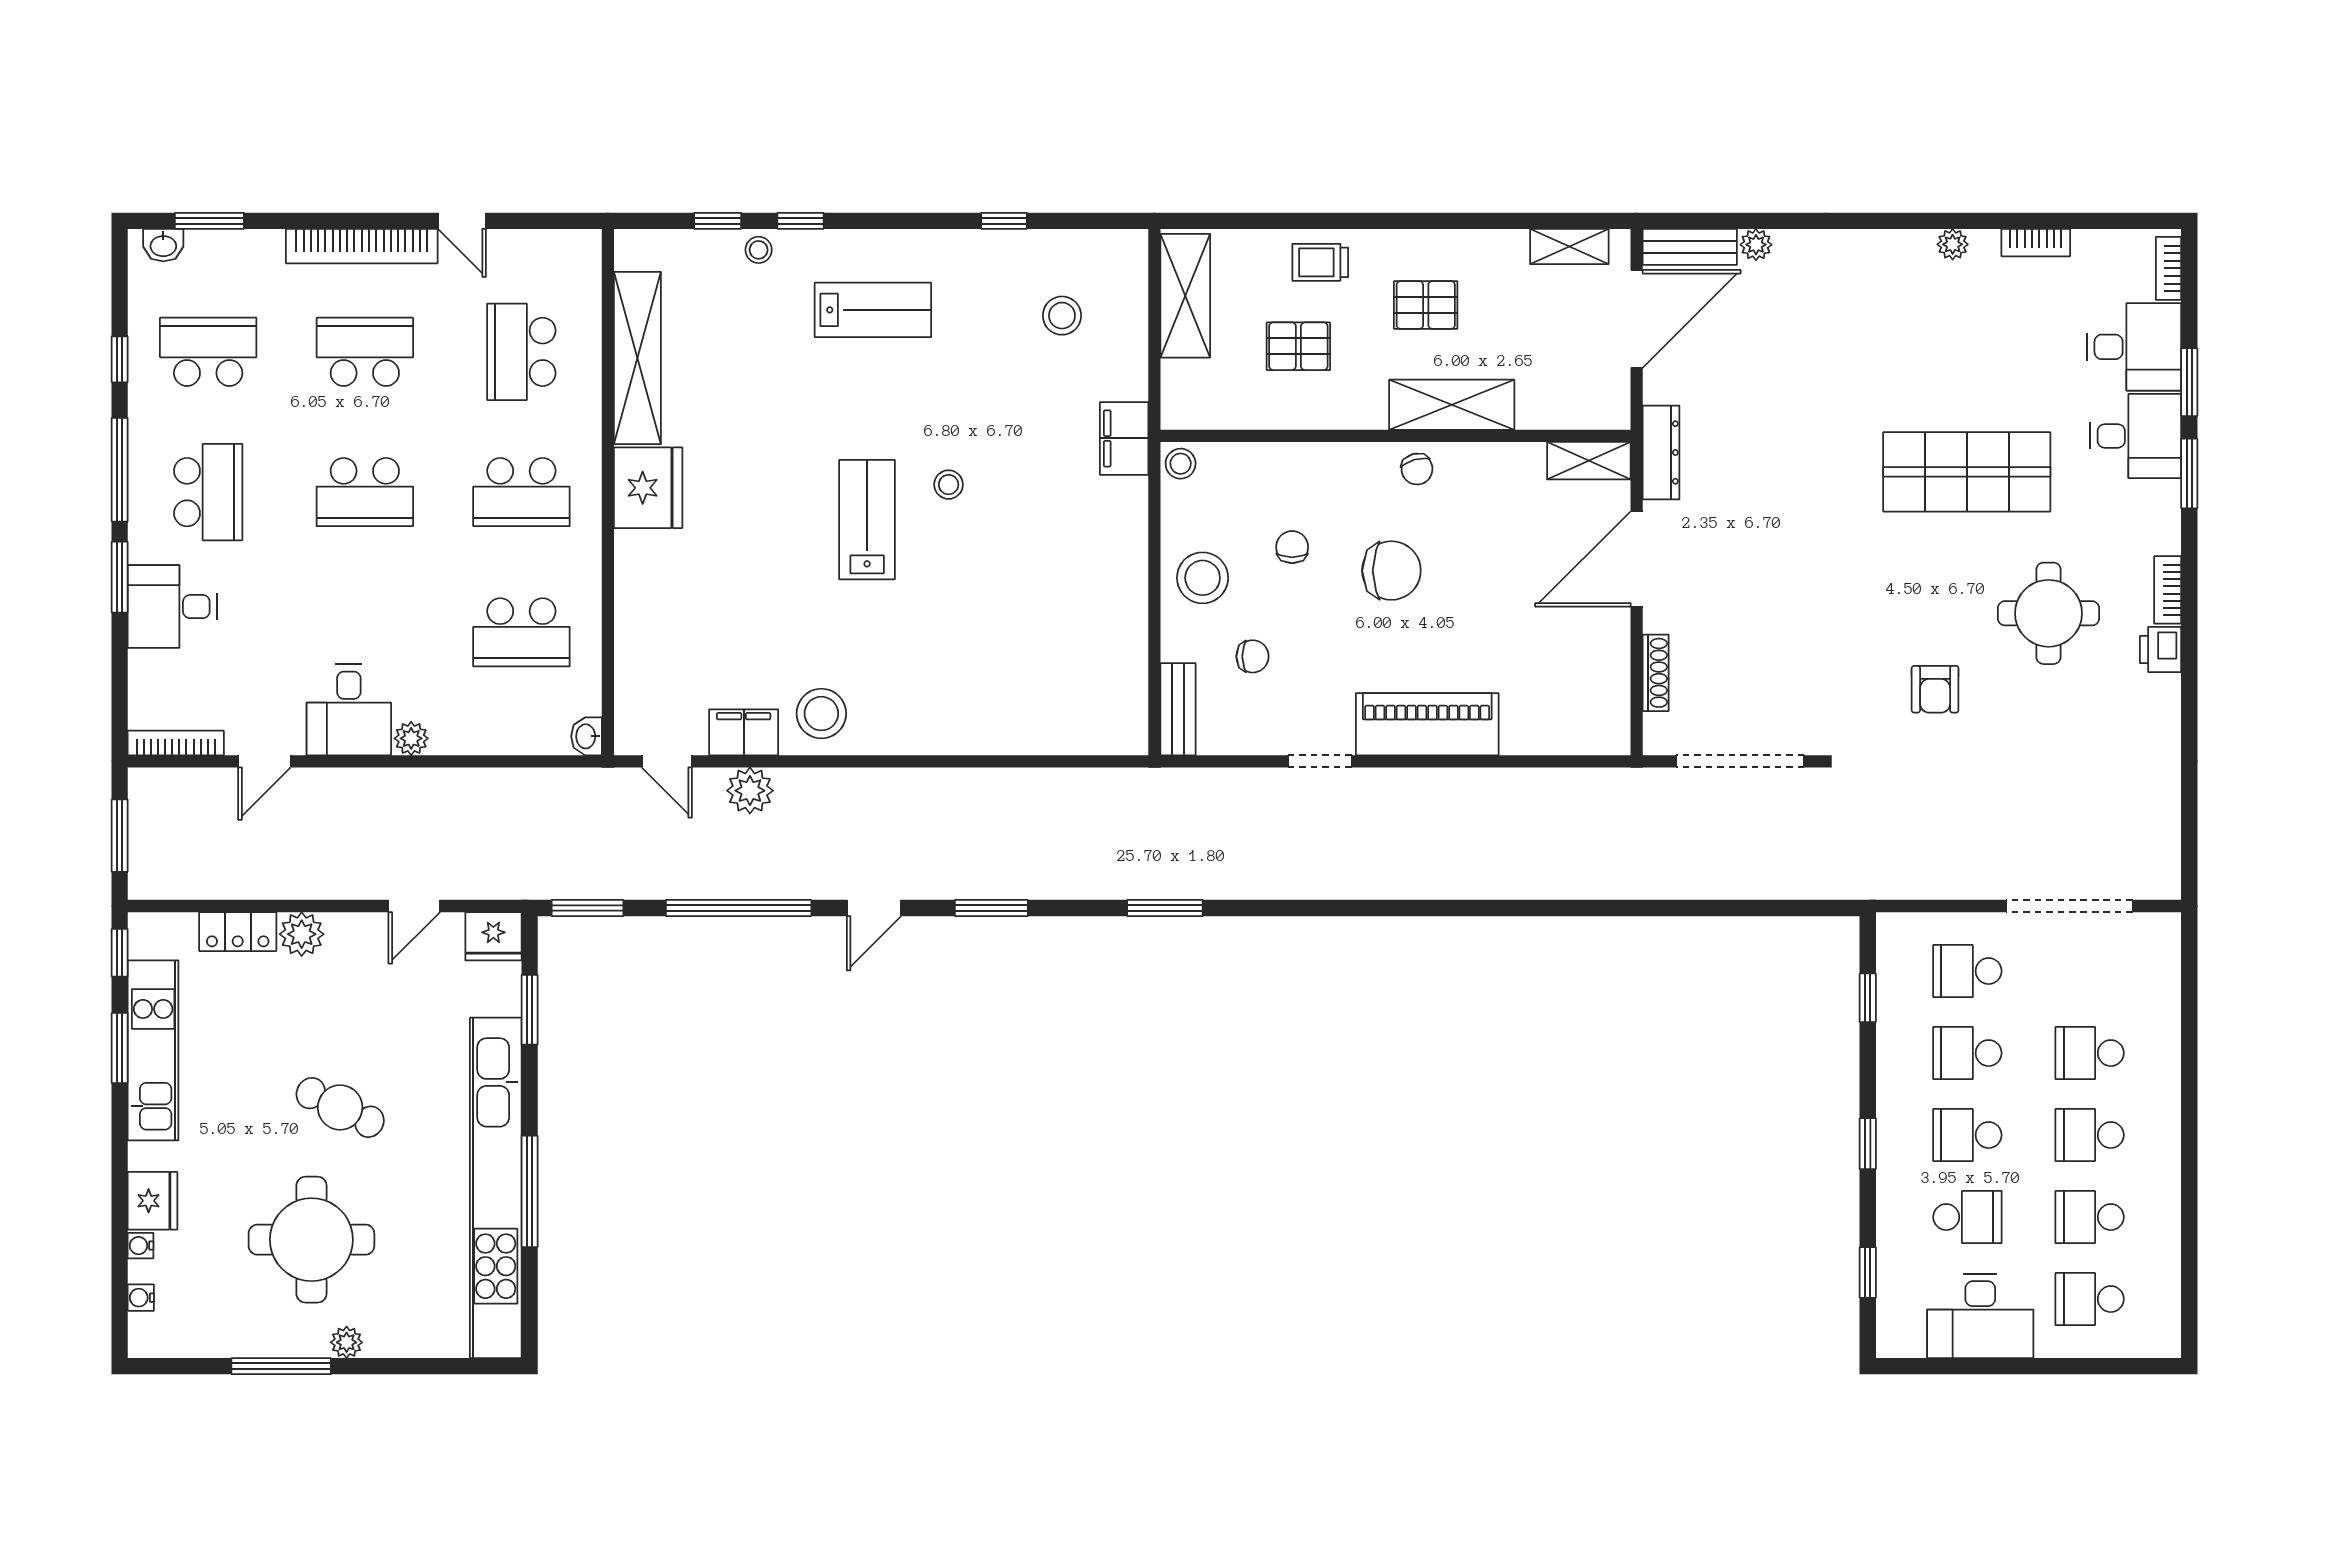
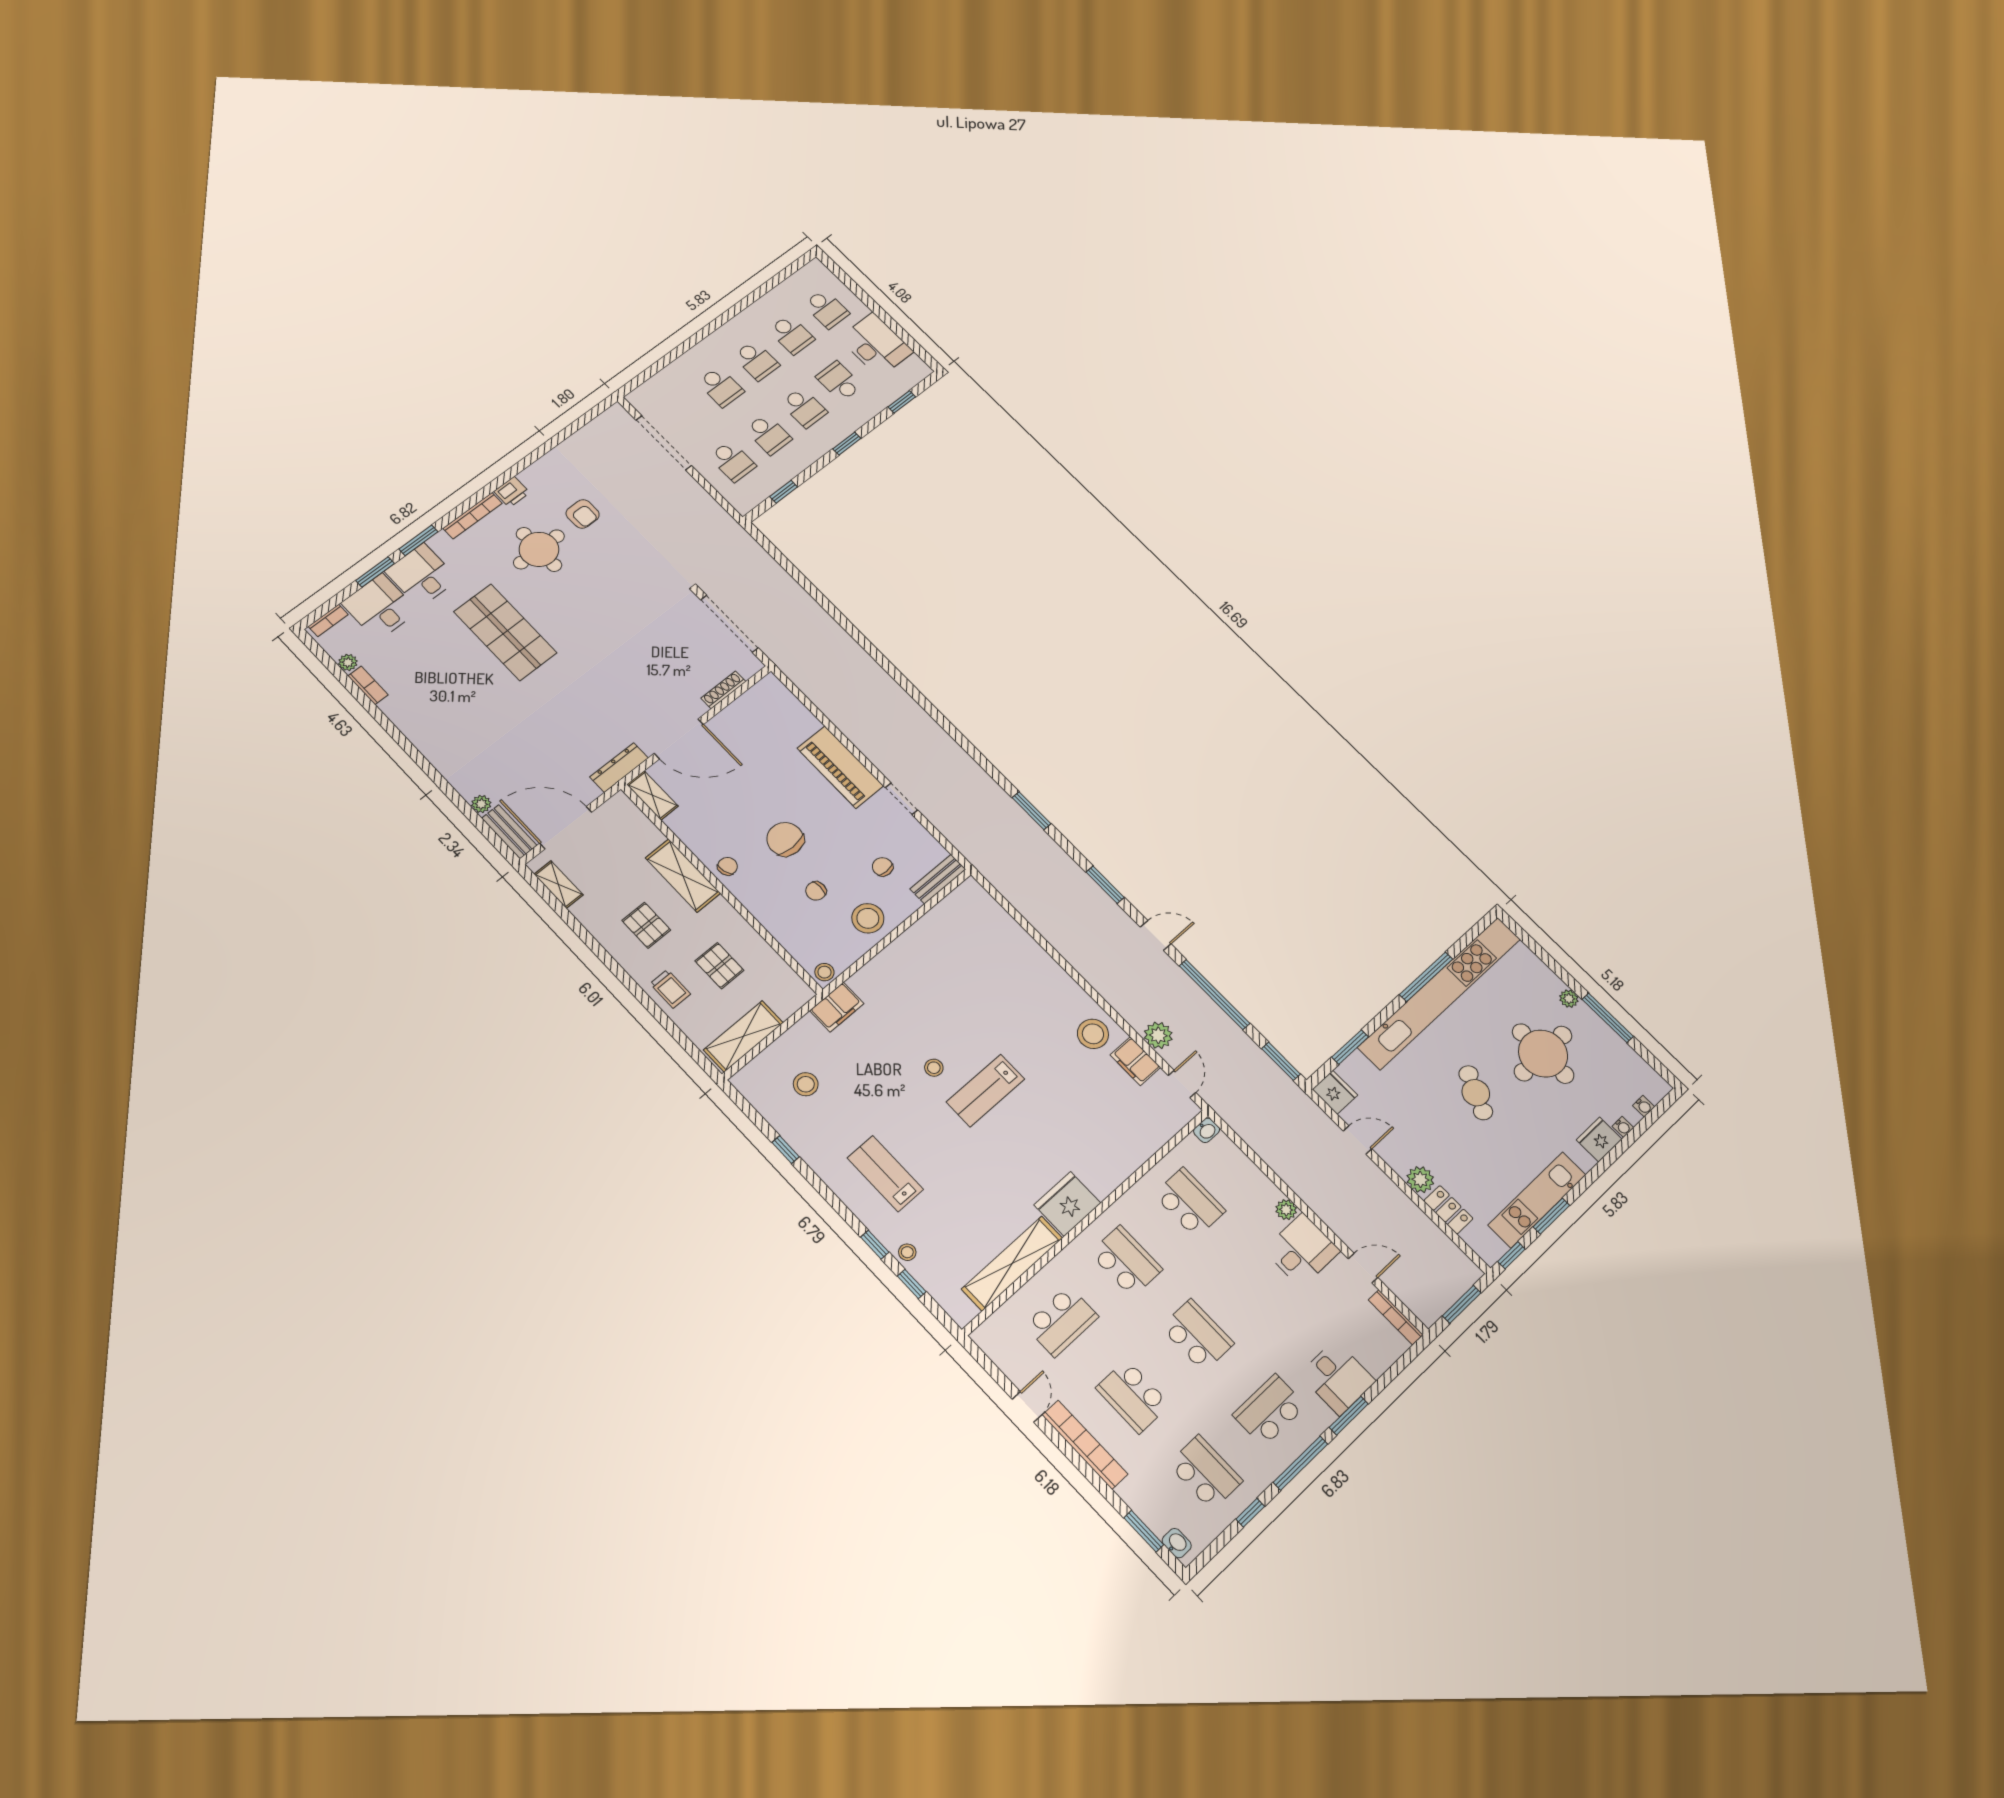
plant: (1953, 244) -> (348, 662), moved
school desk: (208, 352) -> (1205, 1473), turned 180
bookcase: (2168, 590) -> (473, 516), width x1.56
armchair: (1935, 689) -> (583, 514), moved, turned 90

